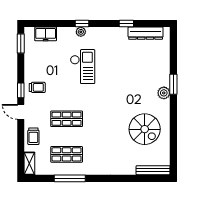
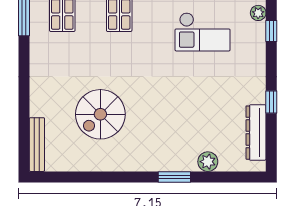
plant: (81, 32) -> (258, 13), moved
plant: (164, 93) -> (208, 162), moved
spiral stairs: (145, 129) -> (100, 114), moved

